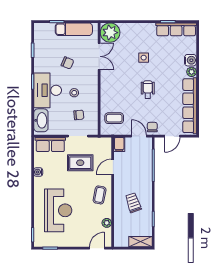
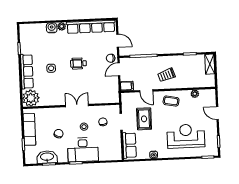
row of seats: (176, 29) -> (27, 71), moved
double door: (99, 56) -> (77, 106), moved
coffee table: (114, 118) -> (104, 91), removed
washbasin: (41, 120) -> (47, 157), moved
trolley: (133, 203) -> (166, 75), moved
door: (97, 248) -> (217, 113), moved

